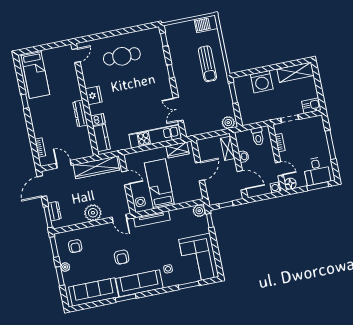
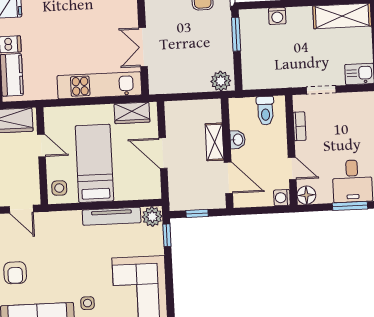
washing machine: (262, 82) -> (277, 16), width x0.53, depth x0.53
shelving: (228, 148) -> (215, 142), moved
door: (200, 171) -> (163, 153), swing flipped
tv unit: (152, 219) -> (112, 216), moved

